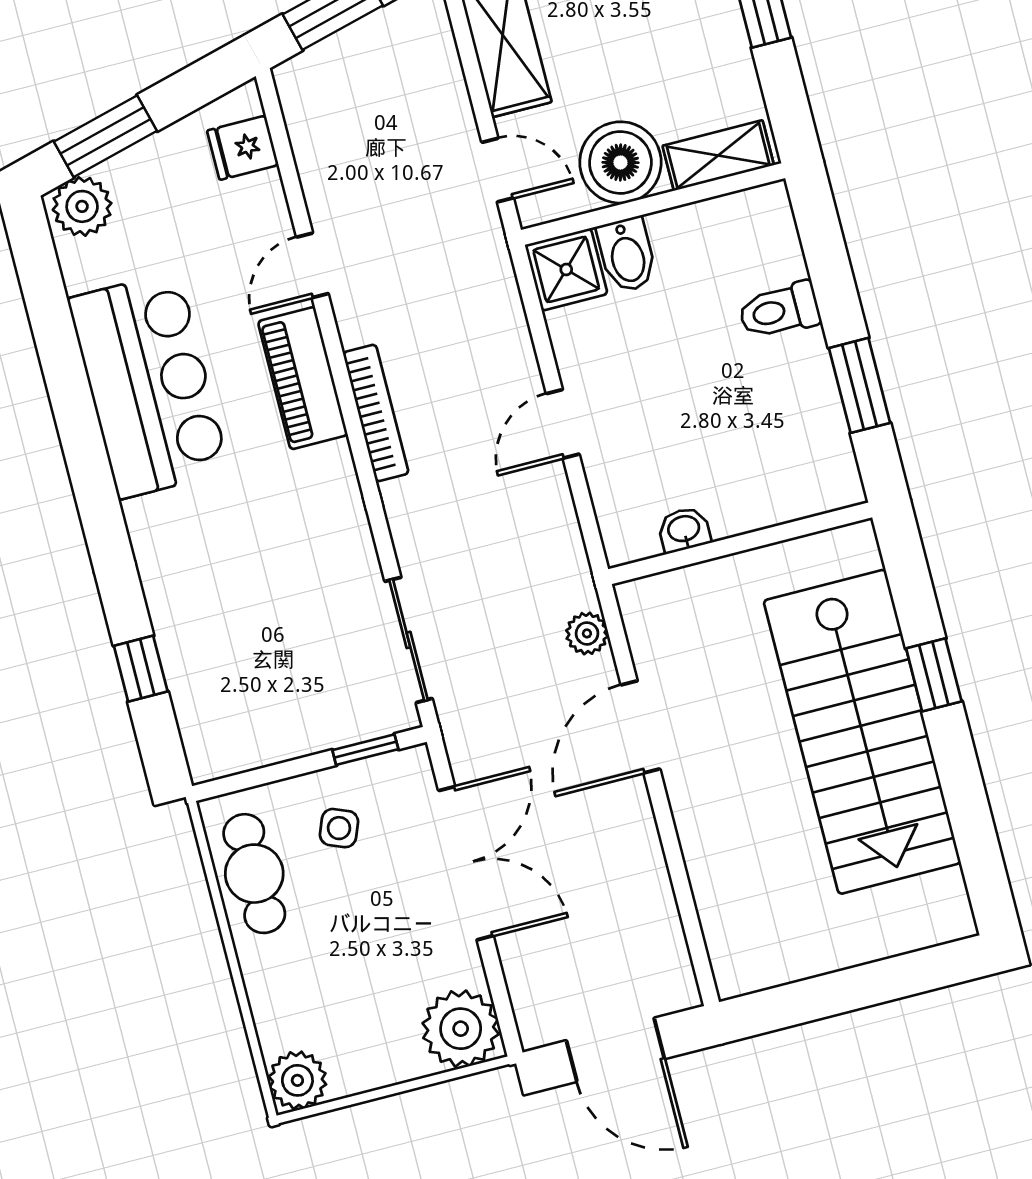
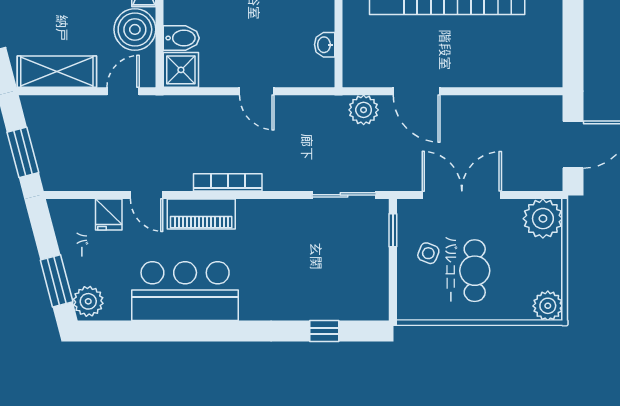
fridge: (243, 148) -> (109, 214), moved
plant: (587, 633) -> (364, 110), width x1.38, depth x1.38
cafe table: (254, 874) -> (475, 271), moved, turned 90

